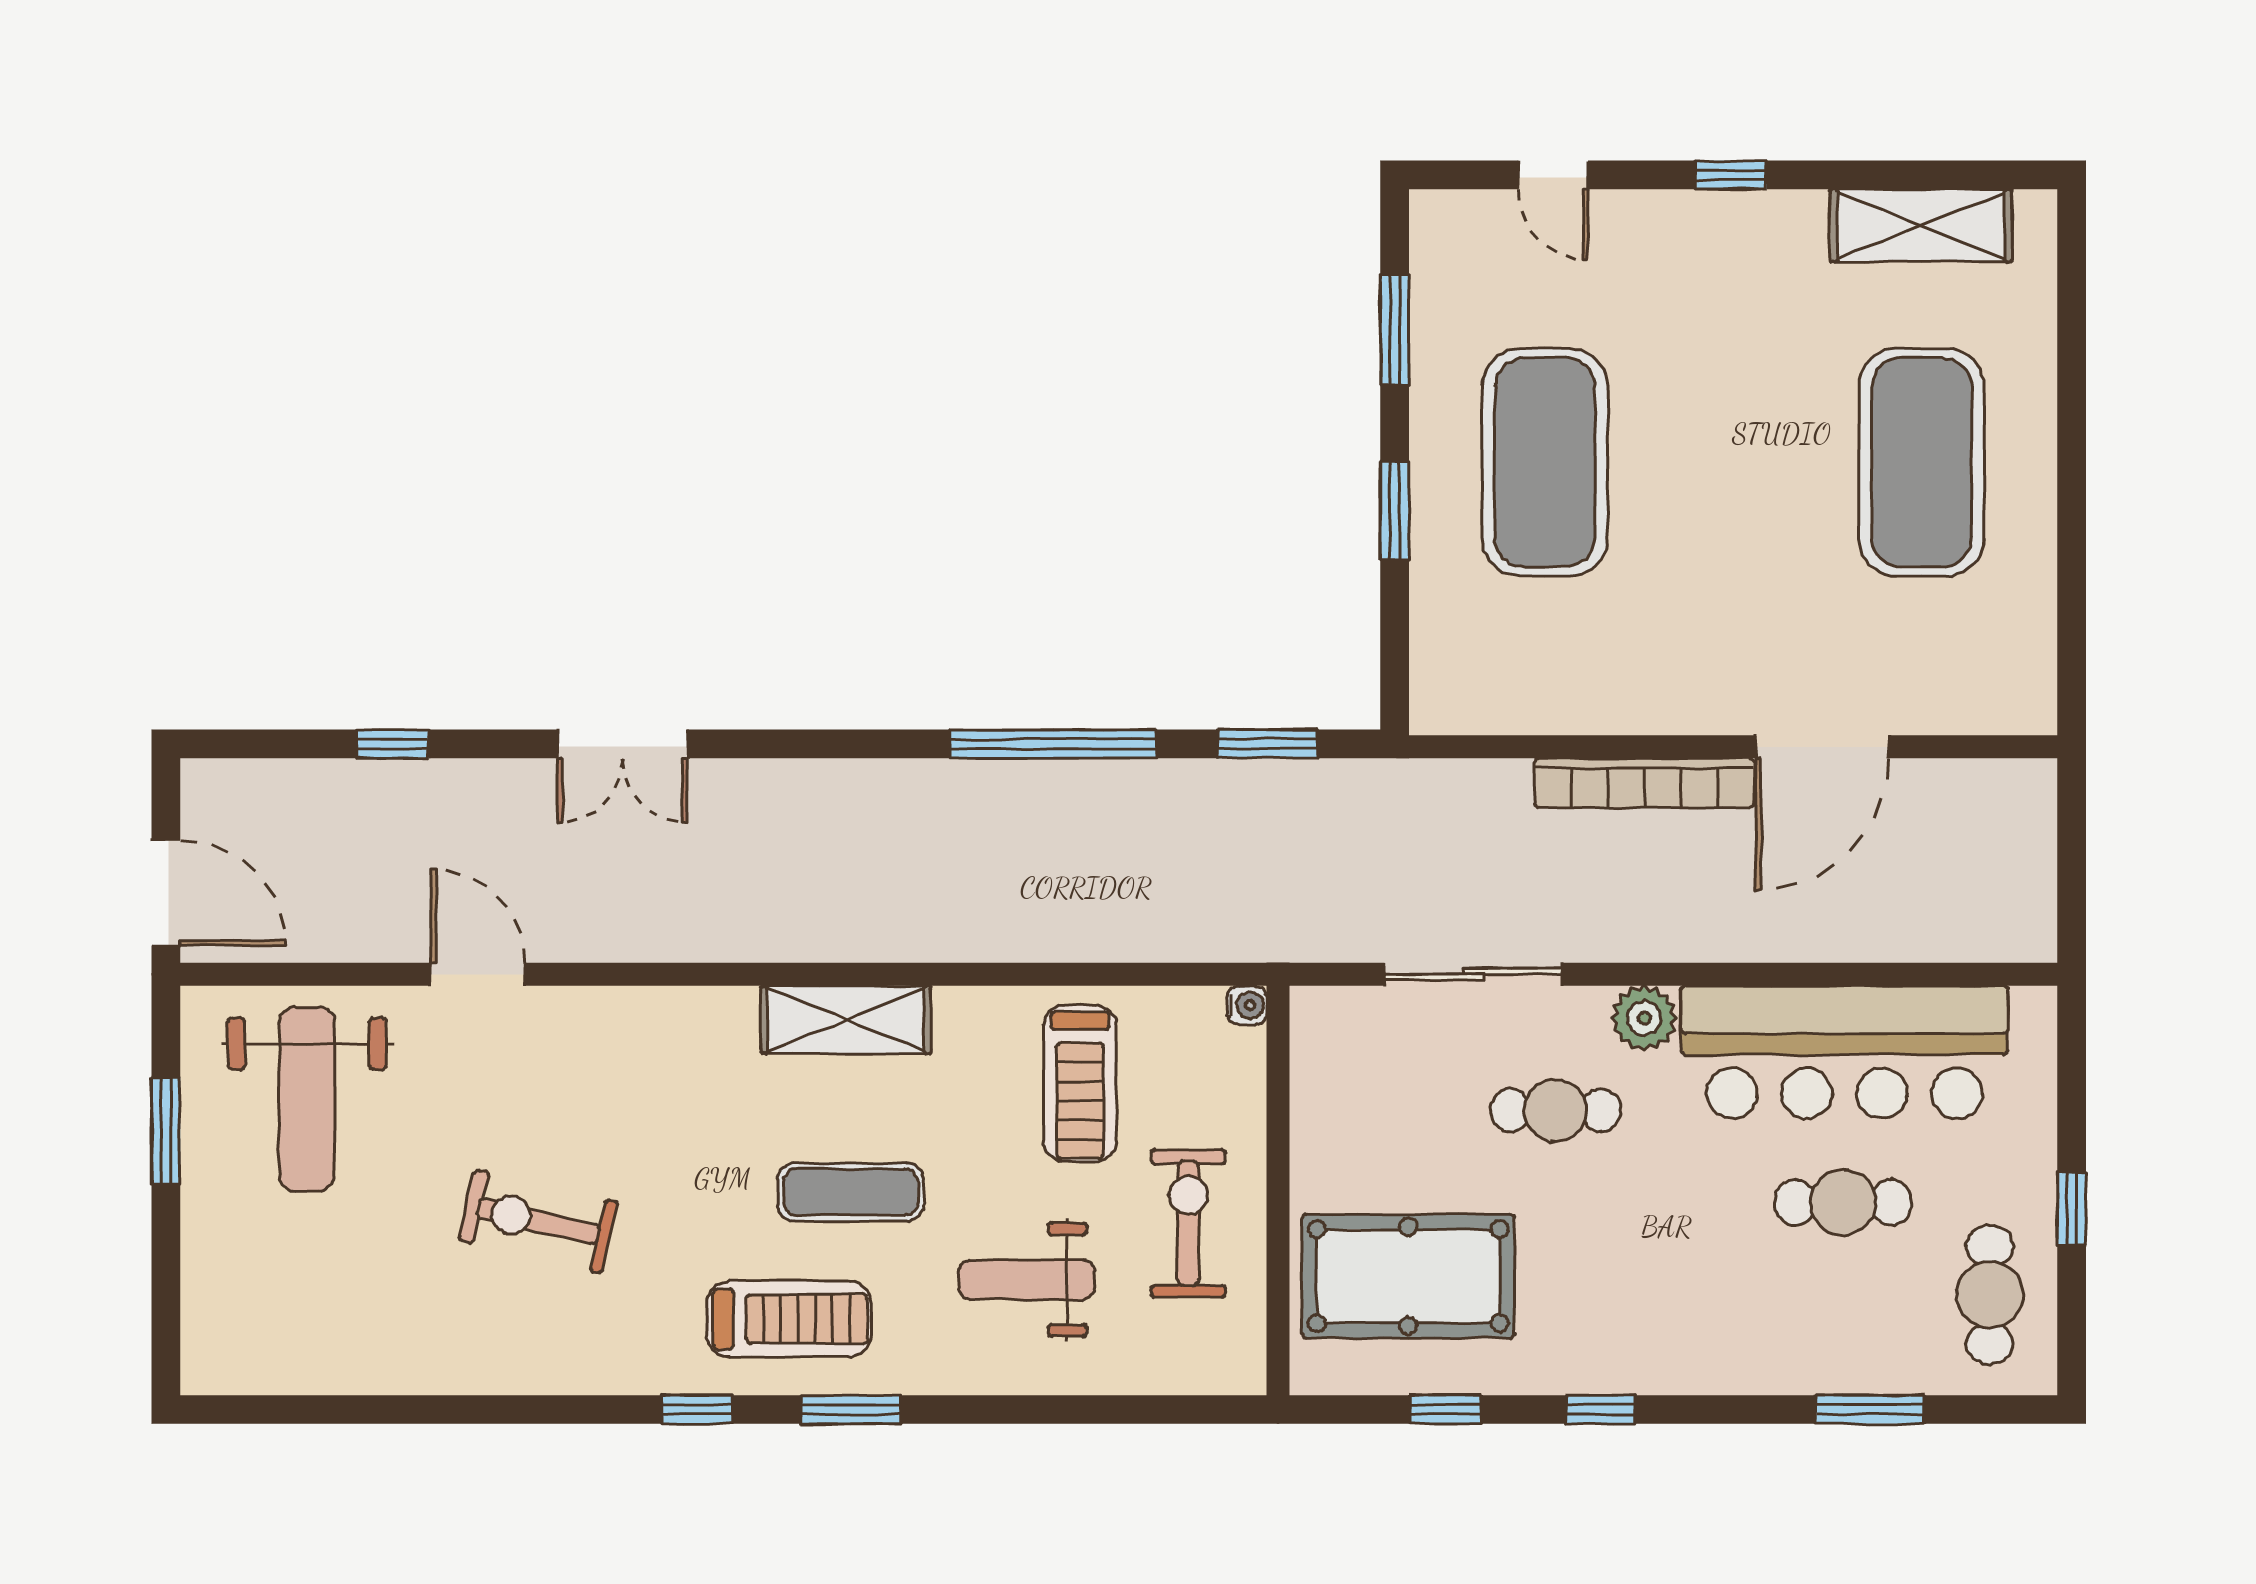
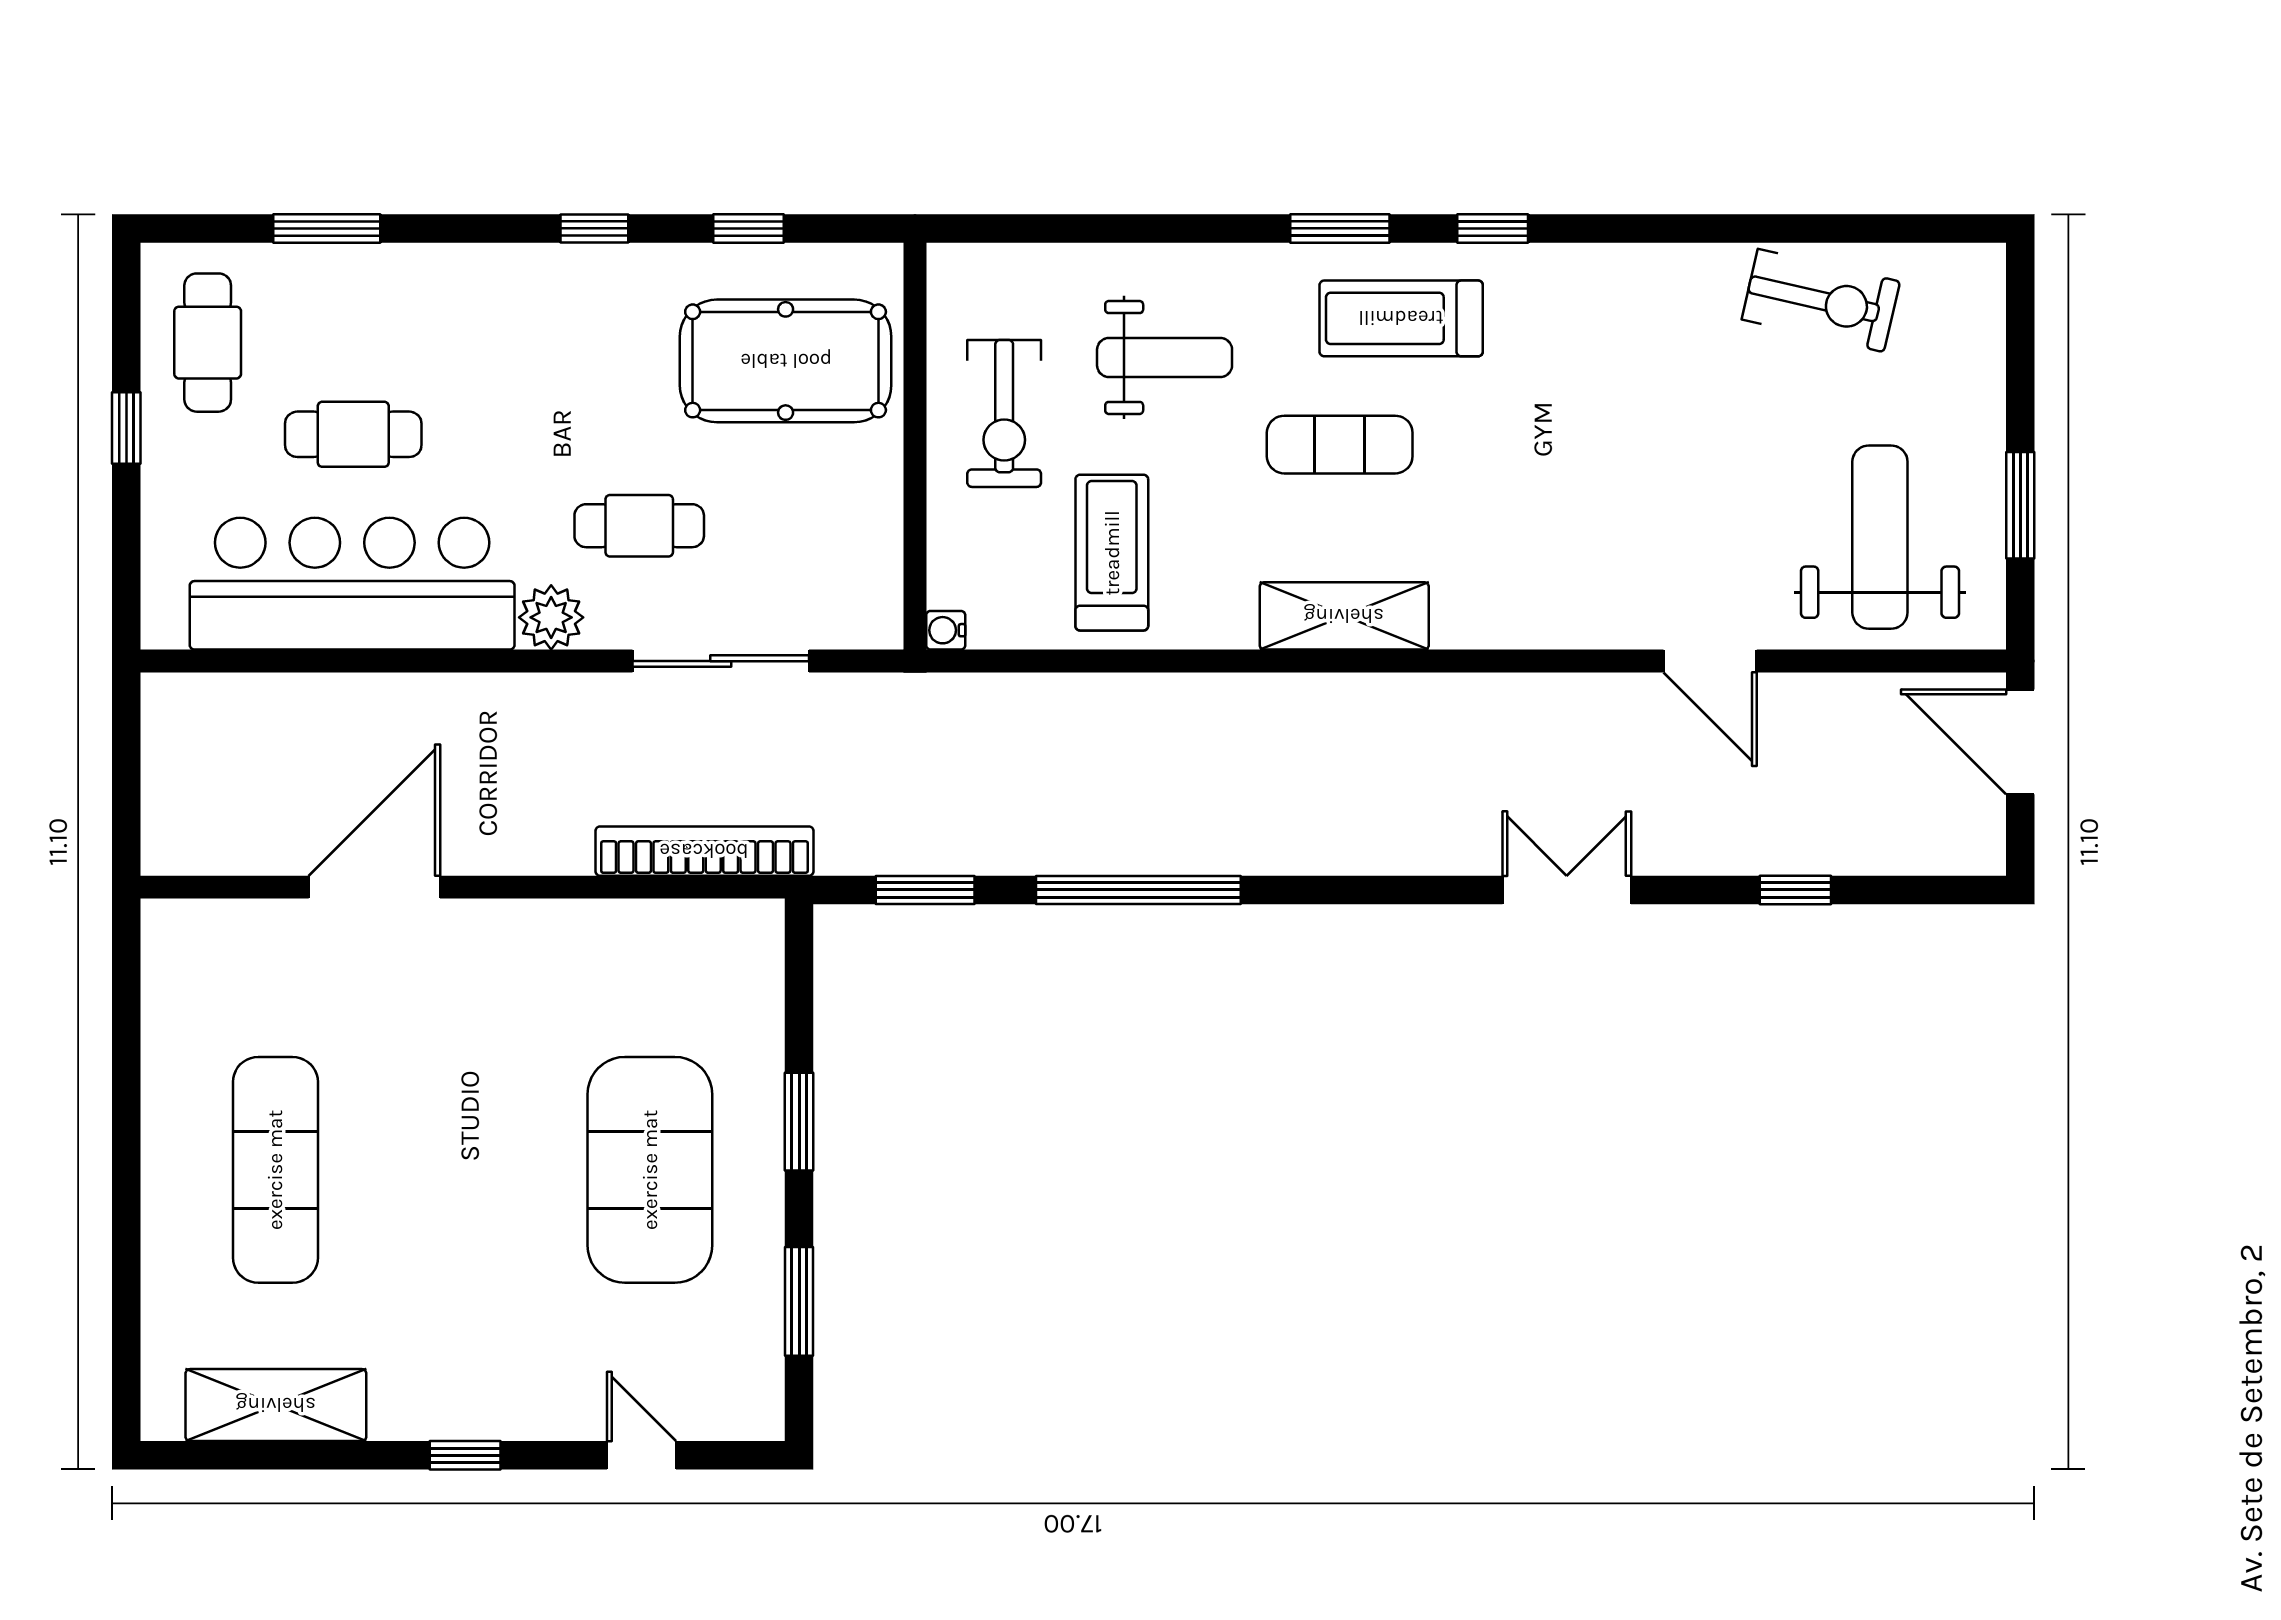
exercise mat: (1922, 462) -> (275, 1170), width x0.68
bookcase: (1644, 783) -> (704, 851), moved
exercise bike: (538, 1221) -> (1821, 300), moved

